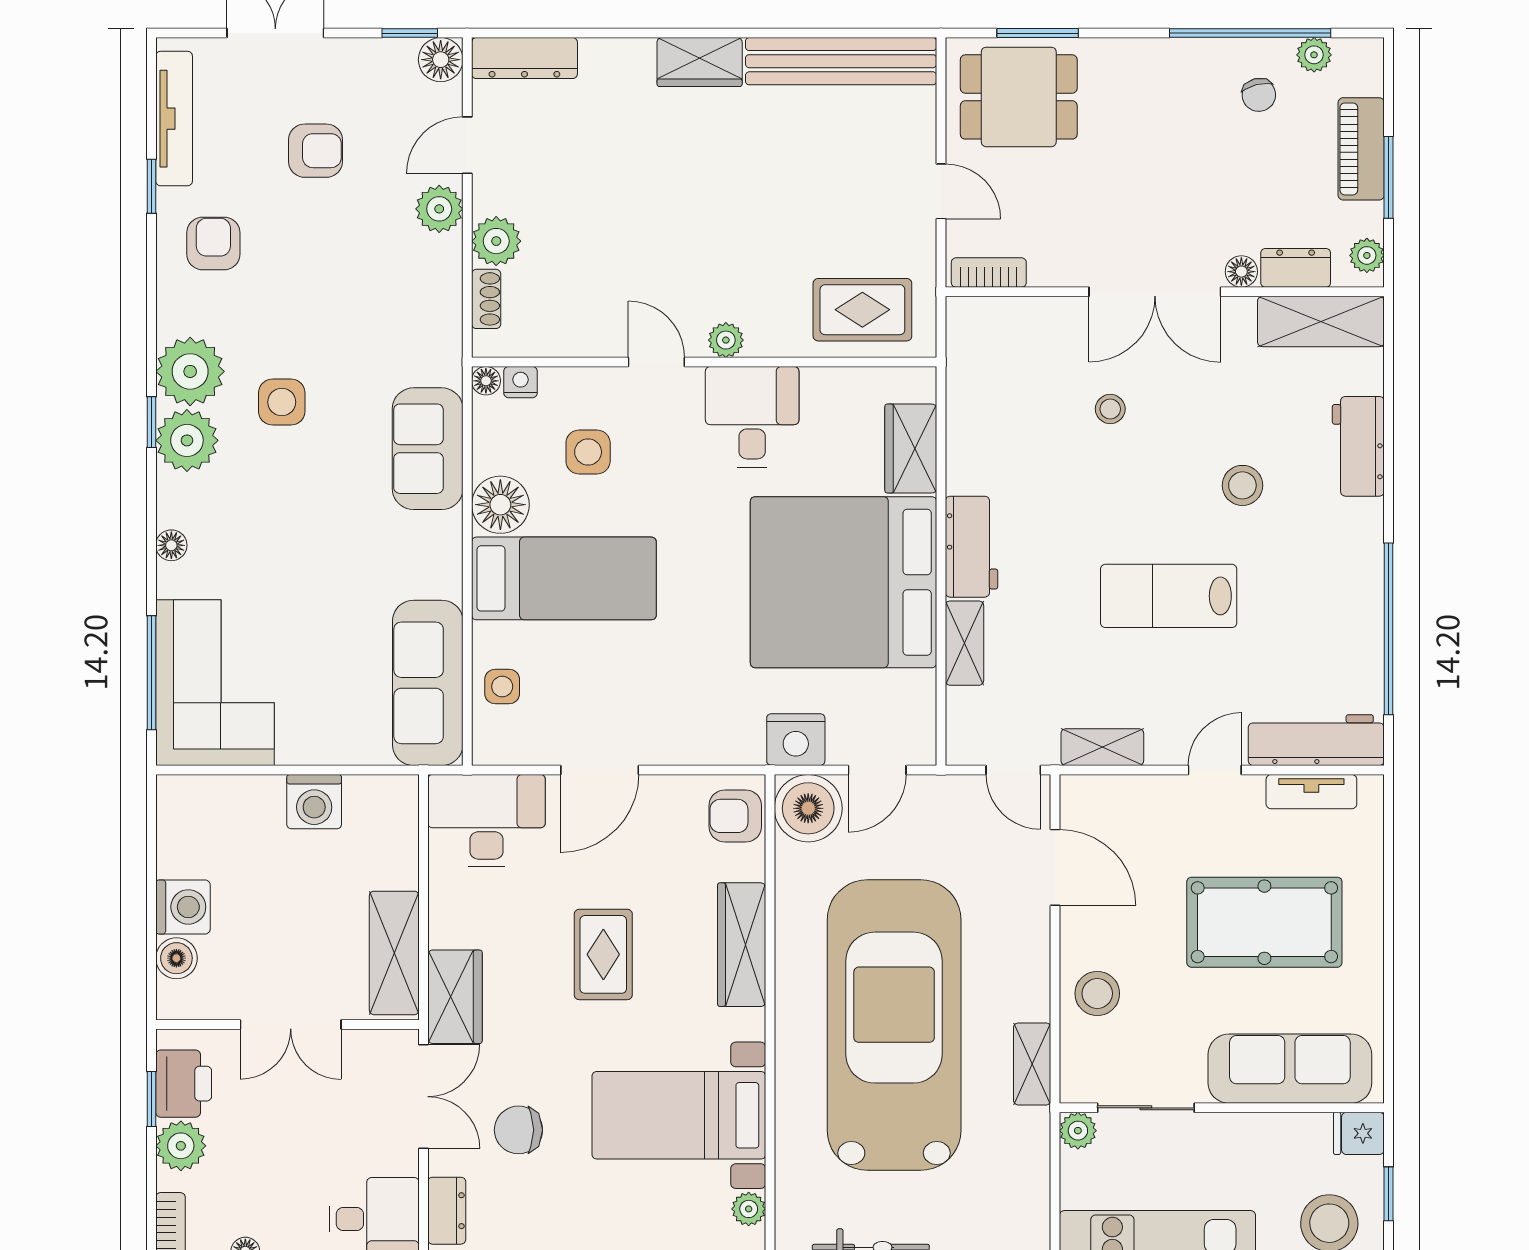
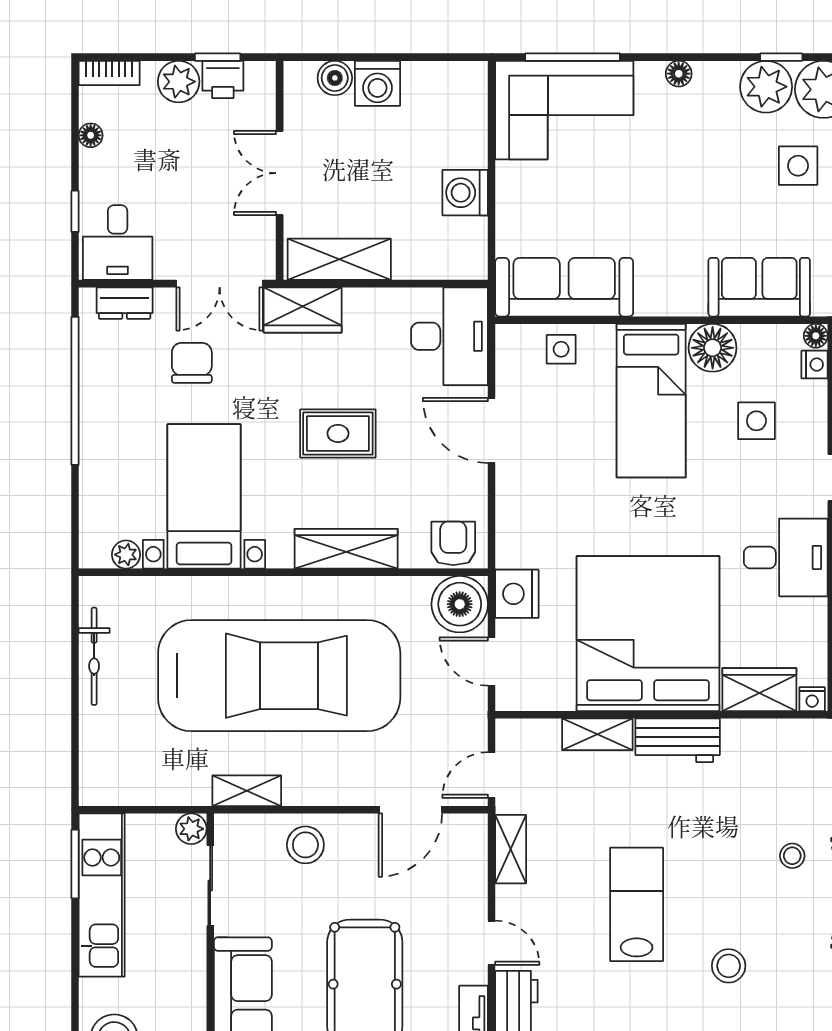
nightstand: (922, 385) -> (812, 699), added
printer: (184, 1084) -> (223, 79), width x0.73, depth x0.81

